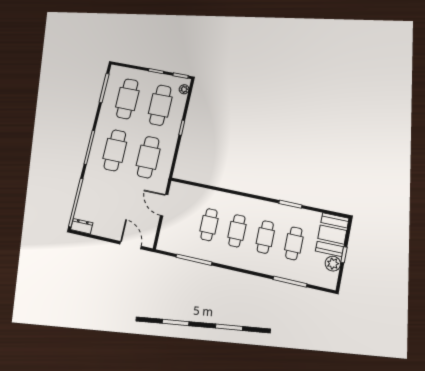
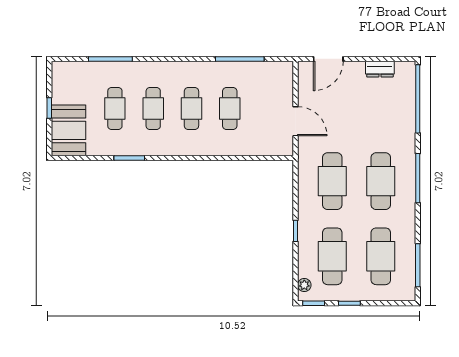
dresser: (82, 226) -> (380, 69), moved
door: (131, 245) -> (328, 59), hinge flipped
plant: (333, 264) -> (61, 94), removed

